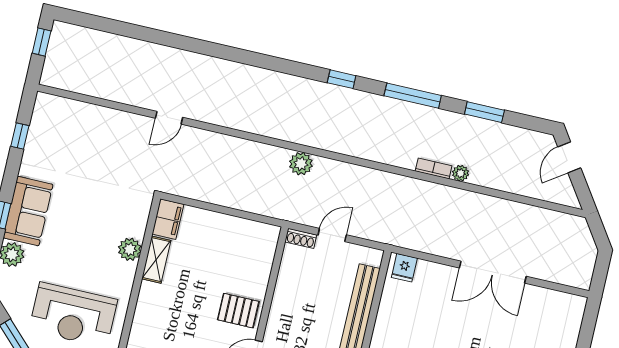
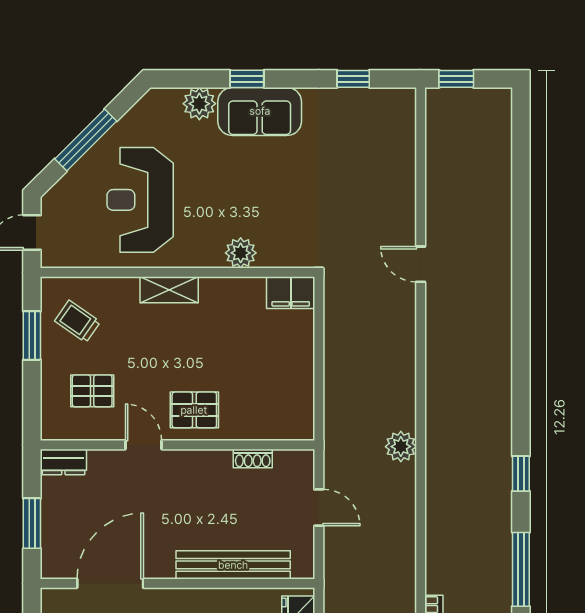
window: (42, 42) -> (456, 79), moved
shoe rack: (301, 238) -> (253, 458), moved, turned -90
shelving: (156, 260) -> (169, 290), moved
pallet: (238, 311) -> (194, 410), turned 90

